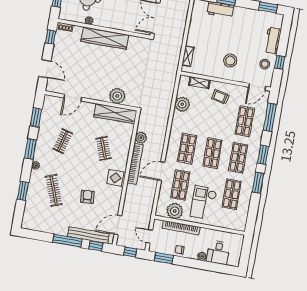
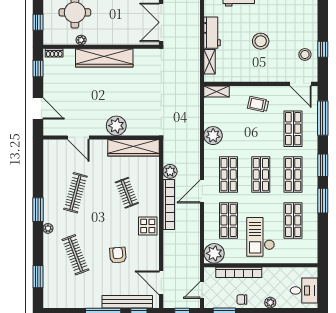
workbench: (273, 40) -> (212, 33), moved, turned 180
stool: (230, 61) -> (261, 41), moved
shelving: (199, 83) -> (217, 91), moved
door: (257, 87) -> (301, 84), hinge flipped
plant: (117, 96) -> (116, 126), moved
door: (73, 98) -> (78, 137), hinge flipped
plant: (182, 104) -> (213, 136), moved
window: (36, 117) -> (38, 170), removed
clothes rail: (63, 141) -> (75, 193), width x1.36
door: (161, 171) -> (202, 191), moved
window: (23, 191) -> (38, 277), moved
plant: (175, 211) -> (214, 253), moved
door: (118, 225) -> (161, 283), hinge flipped
door: (149, 236) -> (202, 290), hinge flipped
desk: (218, 252) -> (304, 290), moved, turned -90

